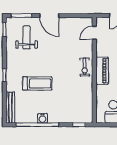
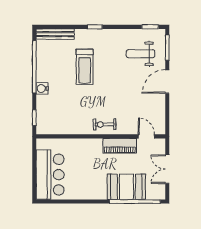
weight bench: (27, 38) -> (141, 54), turned 180
piano: (102, 71) -> (120, 146), moved
water cooler: (42, 118) -> (42, 88), moved

